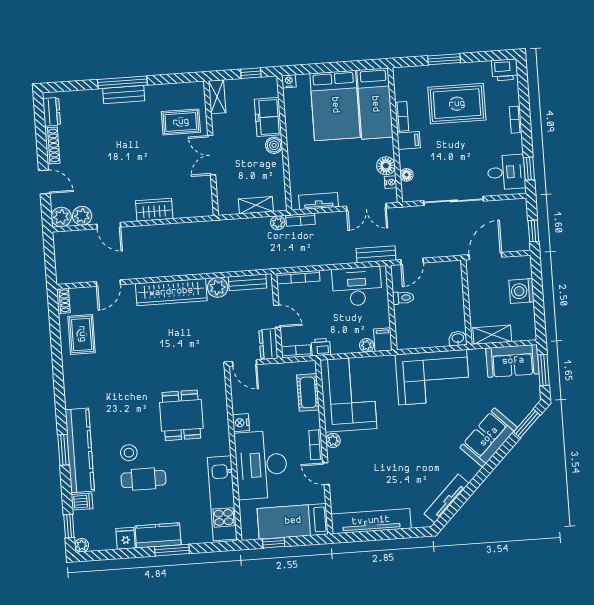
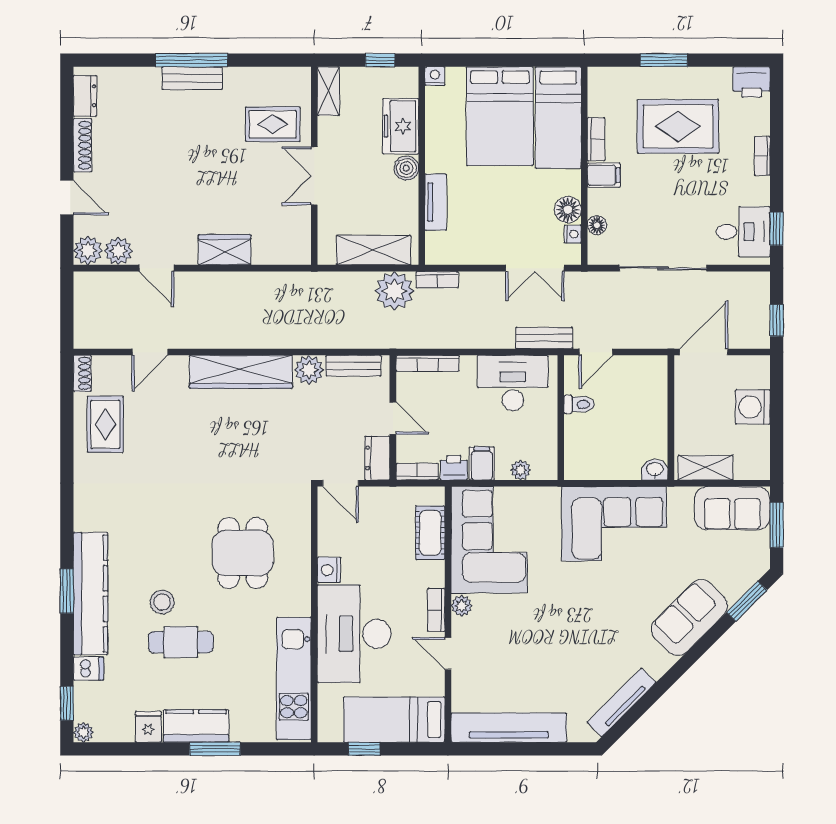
tv unit: (319, 201) -> (436, 202), moved, turned 90
shelving: (256, 205) -> (374, 250), width x1.50, depth x1.33
plant: (278, 223) -> (395, 291), width x1.88, depth x1.88
filing cabinet: (383, 340) -> (482, 463), moved

